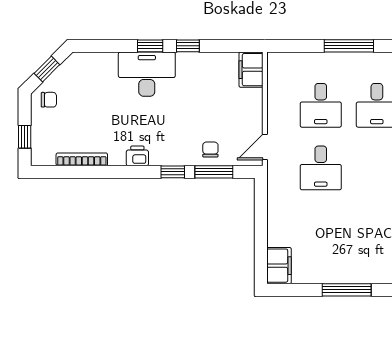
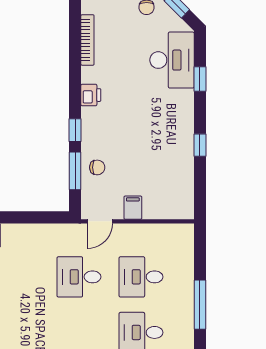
window: (150, 46) -> (200, 79), moved
filing cabinet: (251, 70) -> (133, 208), moved, width x0.50
desk: (147, 74) -> (172, 60), moved
door: (265, 147) -> (100, 221), swing flipped

